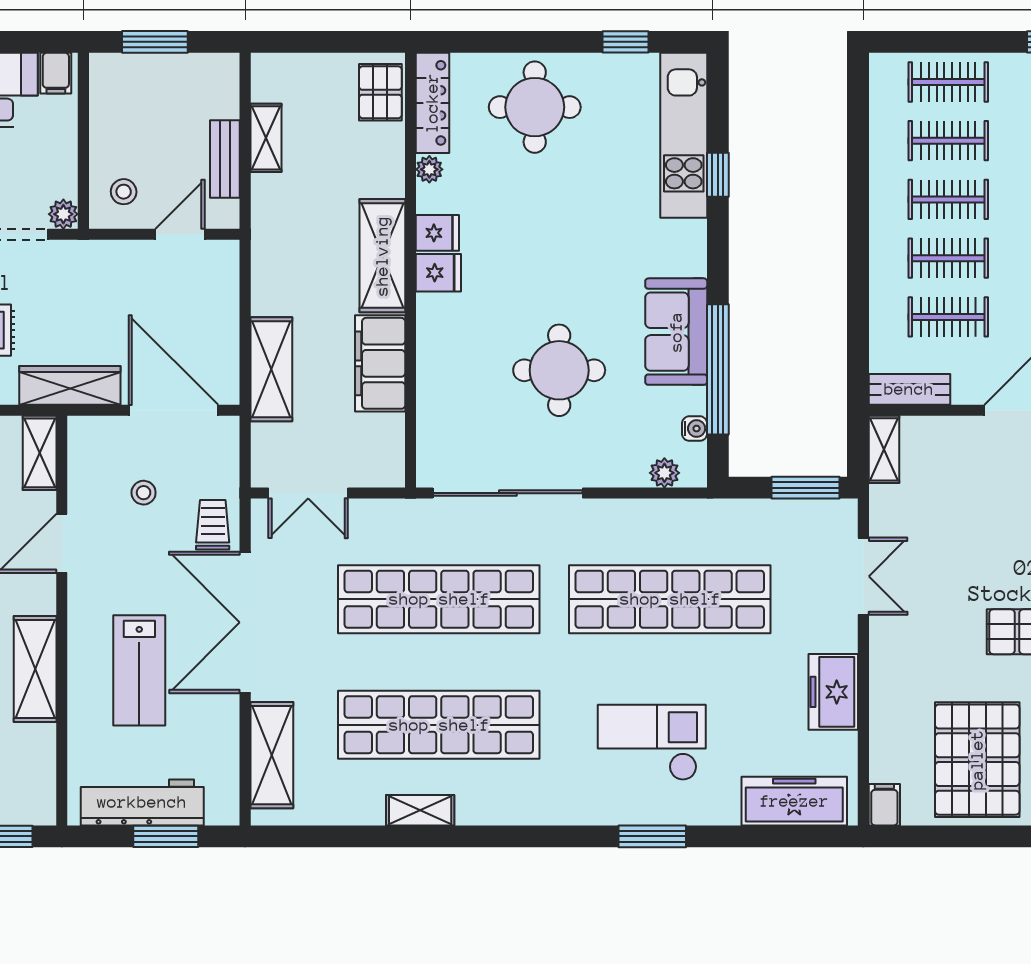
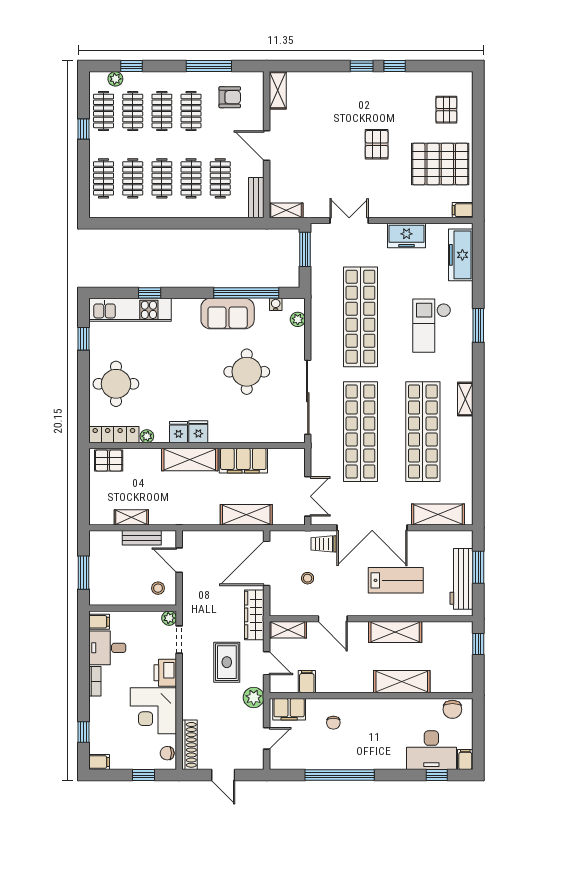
shelving: (420, 810) -> (465, 399), moved

